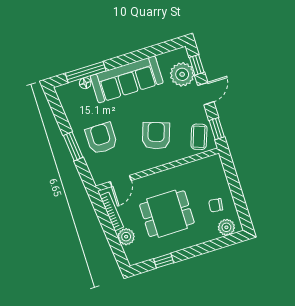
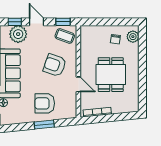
door: (121, 181) -> (78, 84), moved
plant: (126, 237) -> (118, 108), removed
window: (164, 261) -> (142, 87), removed

